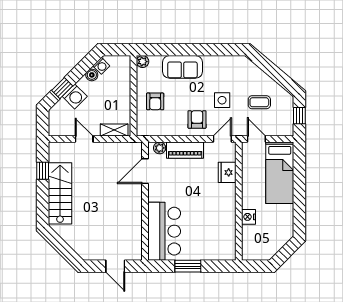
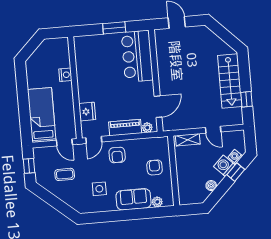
plant: (143, 62) -> (157, 202), moved
washing machine: (101, 66) -> (235, 157), moved
side table: (222, 100) -> (99, 189), moved

